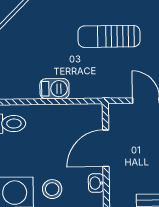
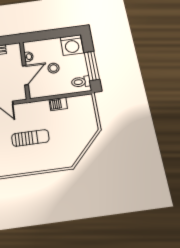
stool: (52, 189) -> (54, 68), moved

